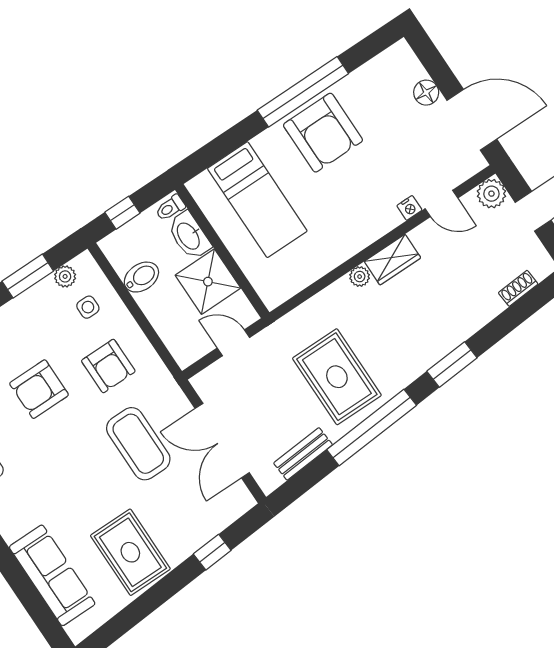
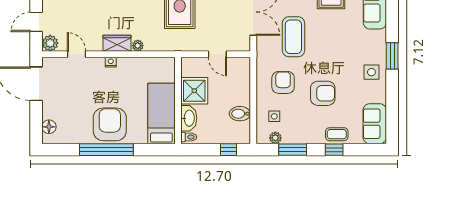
floor lamp: (426, 93) -> (49, 127), moved
toilet: (170, 208) -> (189, 137), moved
nightstand: (409, 208) -> (111, 62), moved
washbasin: (189, 236) -> (189, 118), moved
wall: (222, 251) -> (178, 100), moved
shower: (208, 282) -> (194, 91), moved

